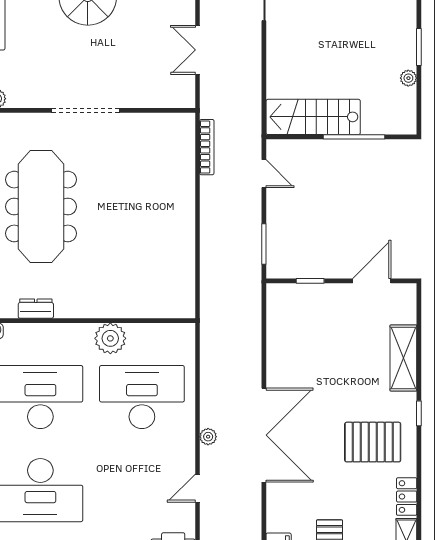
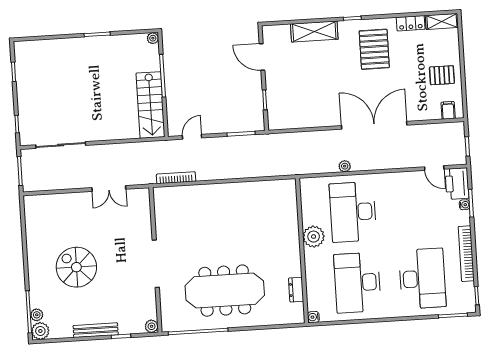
plant: (408, 78) -> (153, 38), moved
plant: (208, 437) -> (345, 166), moved
door: (197, 488) -> (434, 168), moved

